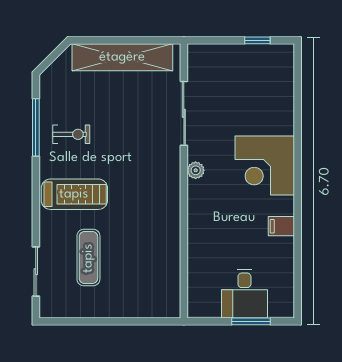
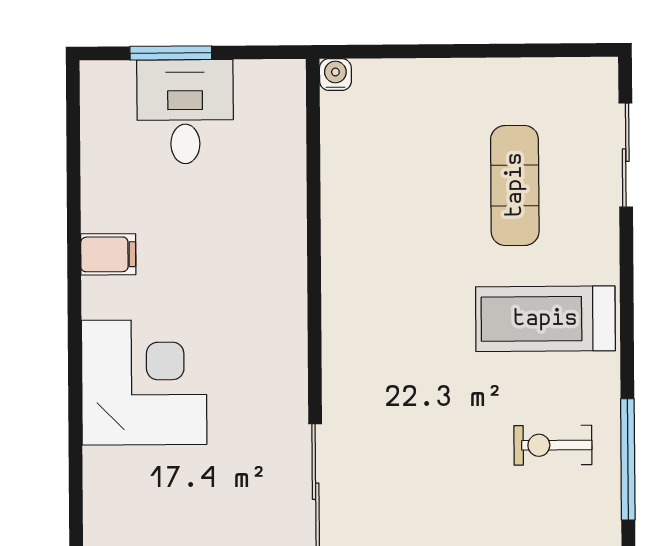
plant: (196, 170) -> (290, 371), removed
water cooler: (173, 311) -> (335, 75), added

